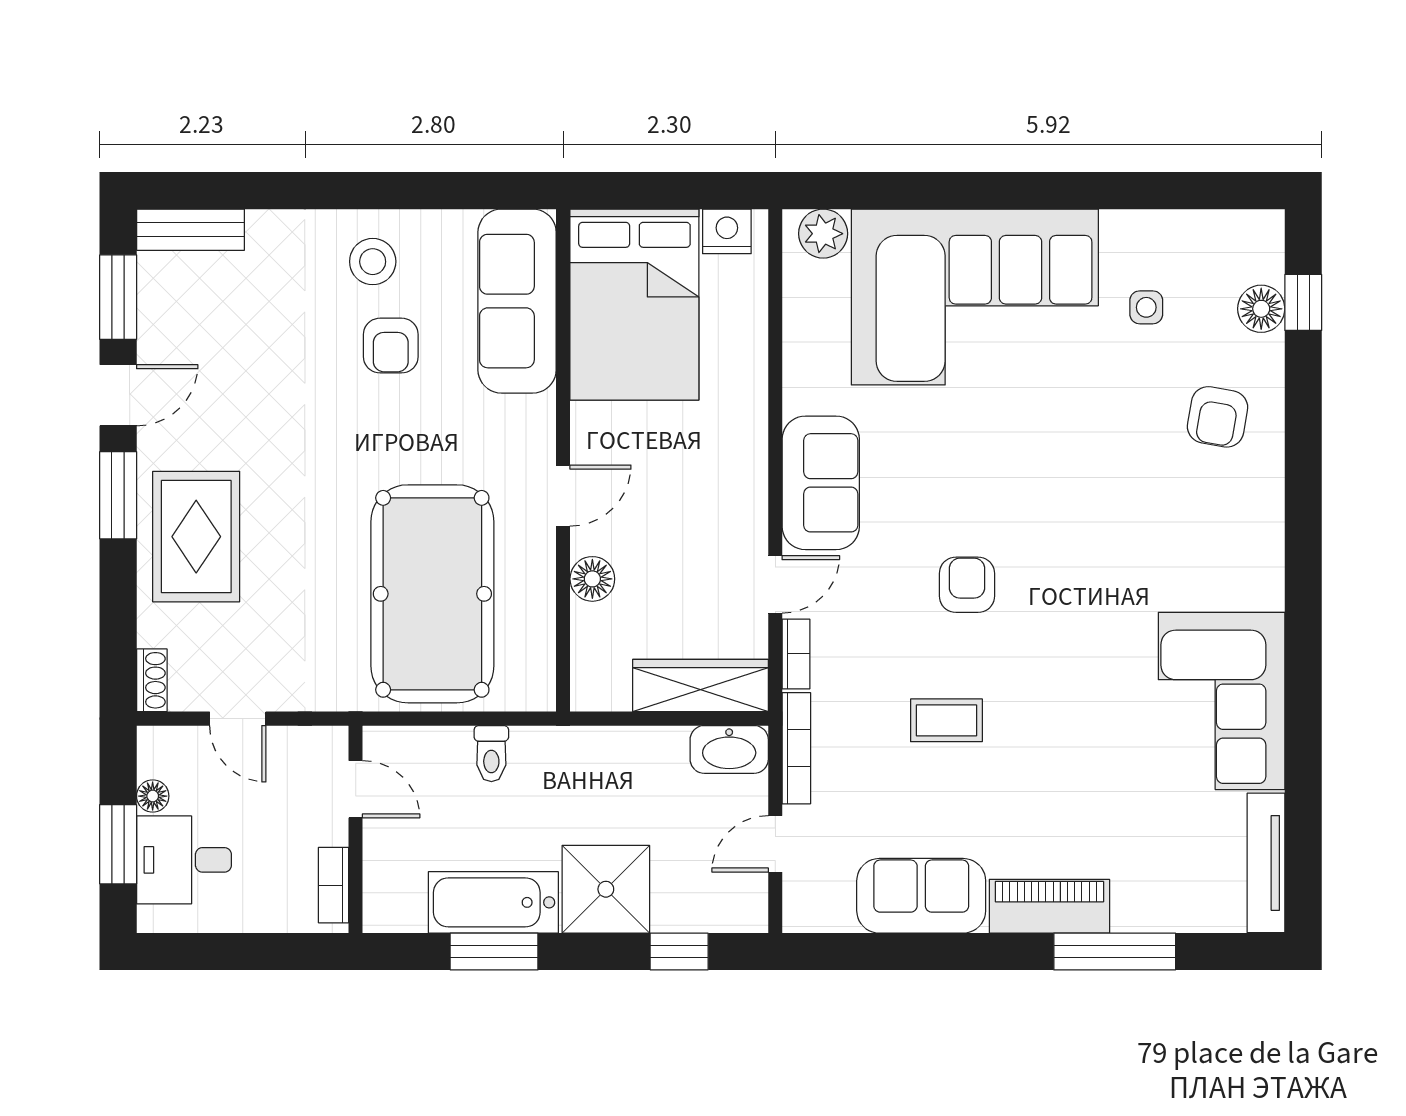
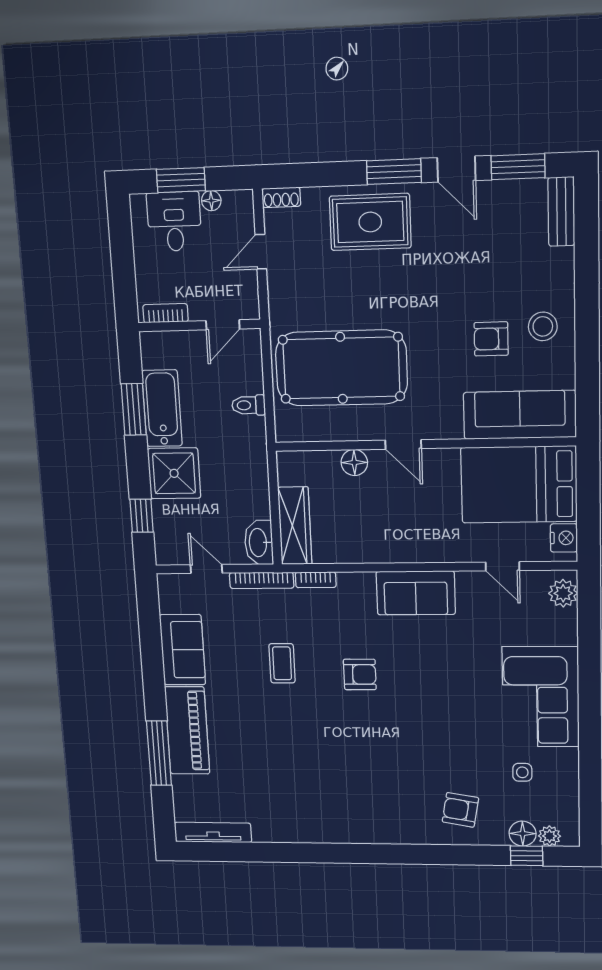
plant: (1265, 262) -> (549, 836), added
corner sofa: (975, 297) -> (541, 697), width x0.73, depth x0.74
door: (775, 584) -> (502, 566), moved
corner sofa: (1222, 701) -> (301, 810), removed
piano: (1049, 906) -> (187, 730), width x1.37, depth x1.33

